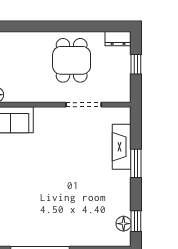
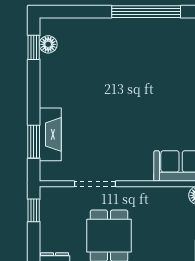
window: (136, 64) -> (34, 210), moved
window: (136, 163) -> (34, 142), moved

